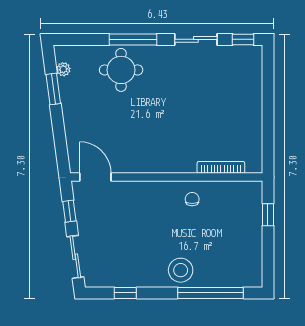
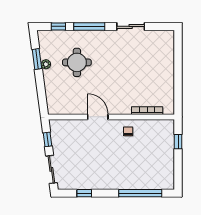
window: (243, 39) -> (58, 26), moved
plant: (63, 69) -> (46, 64), moved
round table: (121, 70) -> (77, 62), moved
door: (95, 177) -> (98, 117), moved
stool: (181, 270) -> (121, 178), removed

